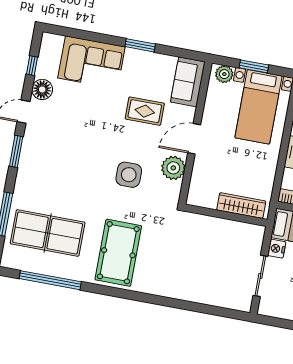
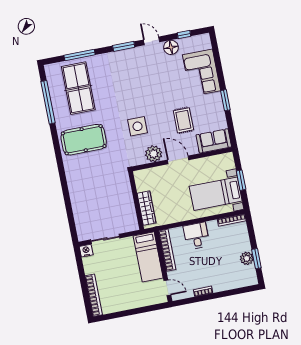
plant: (224, 74) -> (228, 163), removed
nightstand: (277, 249) -> (86, 251), moved

